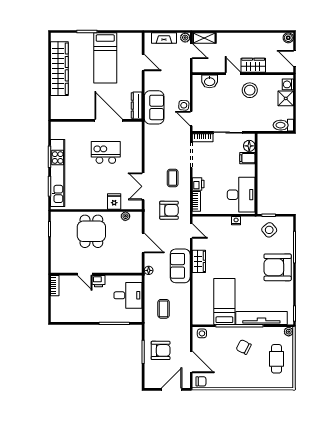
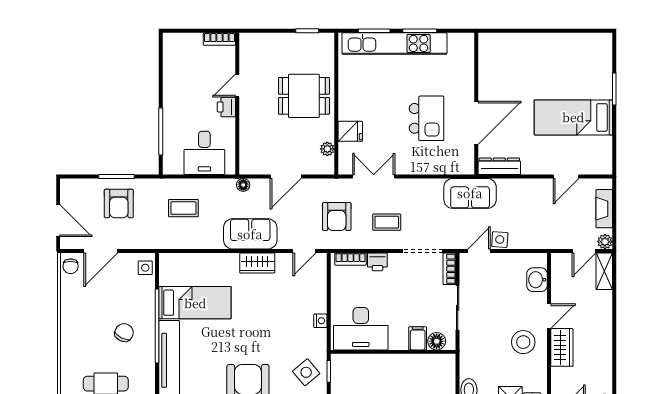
wardrobe: (59, 69) -> (557, 46), removed
sofa: (154, 107) -> (470, 193), moved

